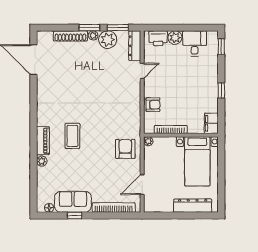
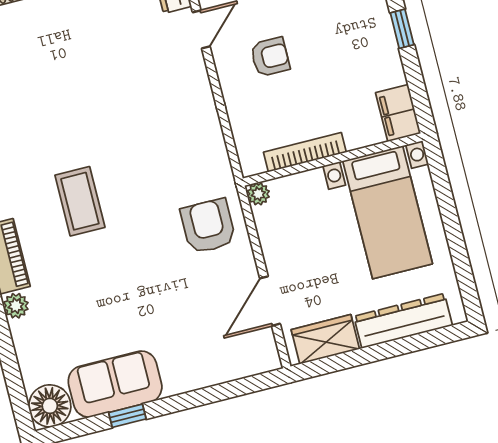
armchair: (153, 105) -> (270, 57), moved
coffee table: (72, 136) -> (80, 201), moved
wardrobe: (160, 205) -> (325, 339), added
floor lamp: (49, 208) -> (50, 406), width x1.89, depth x1.89
bookcase: (114, 208) -> (216, 373), removed

